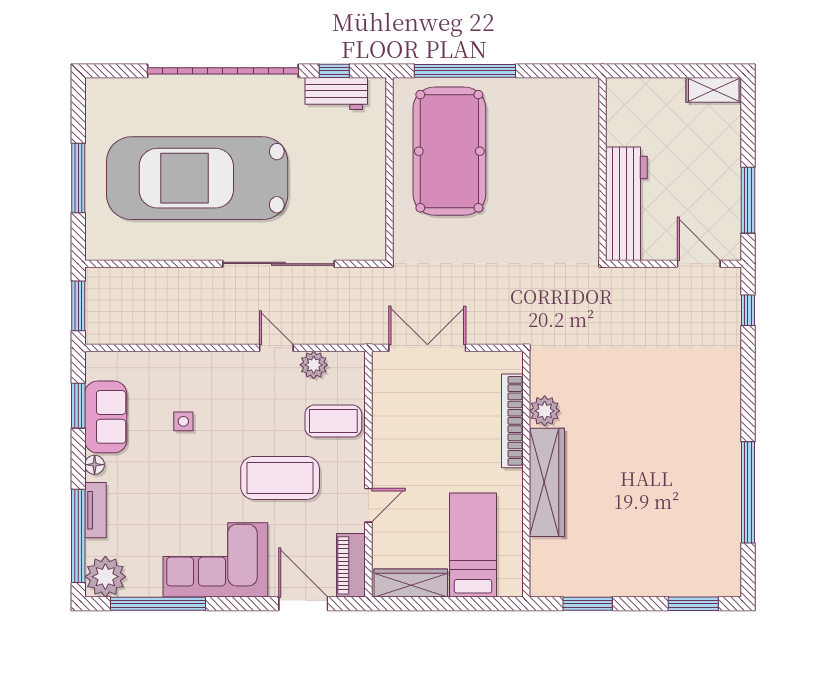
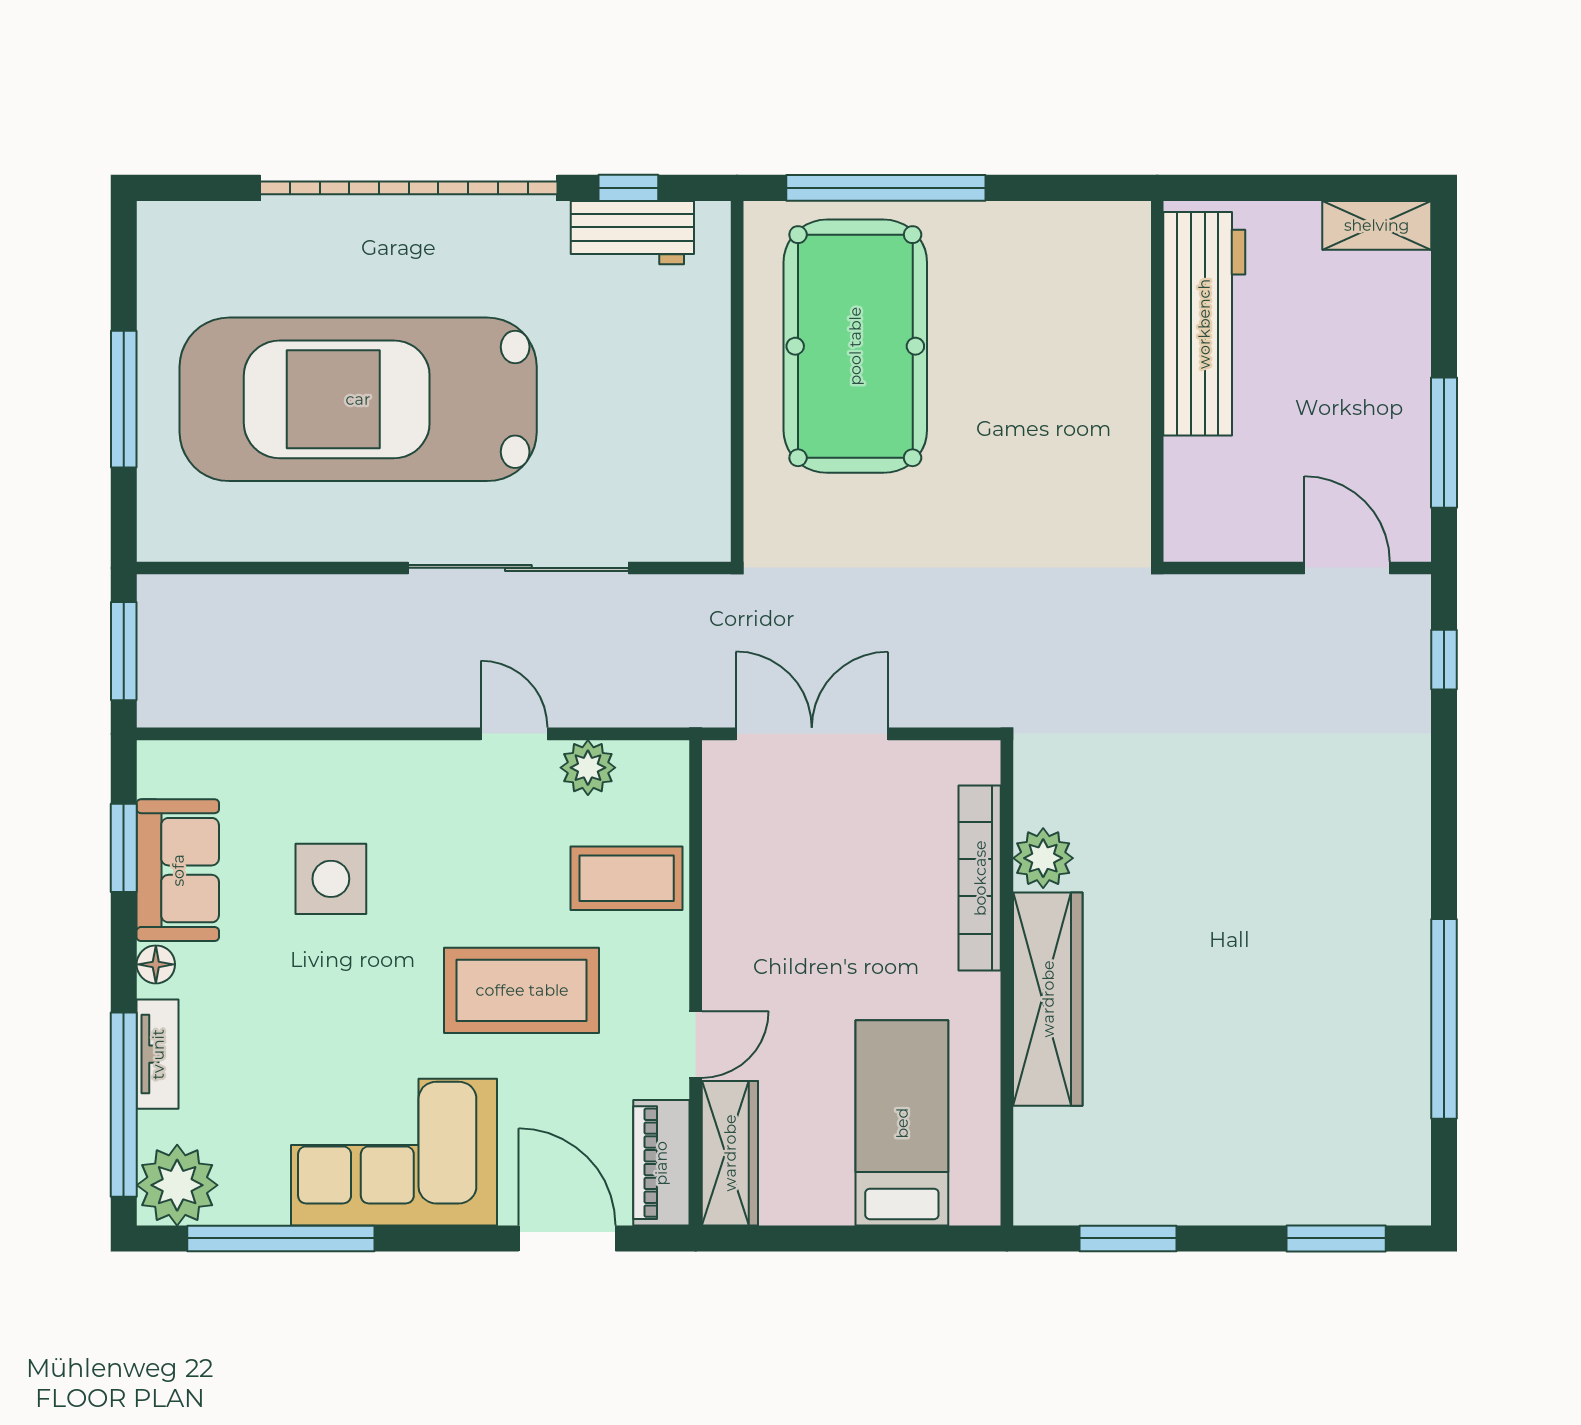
workbench: (626, 204) -> (1204, 324), moved
side table: (183, 421) -> (331, 879), width x1.87, depth x1.87
wardrobe: (411, 583) -> (730, 1153), moved, turned 90

